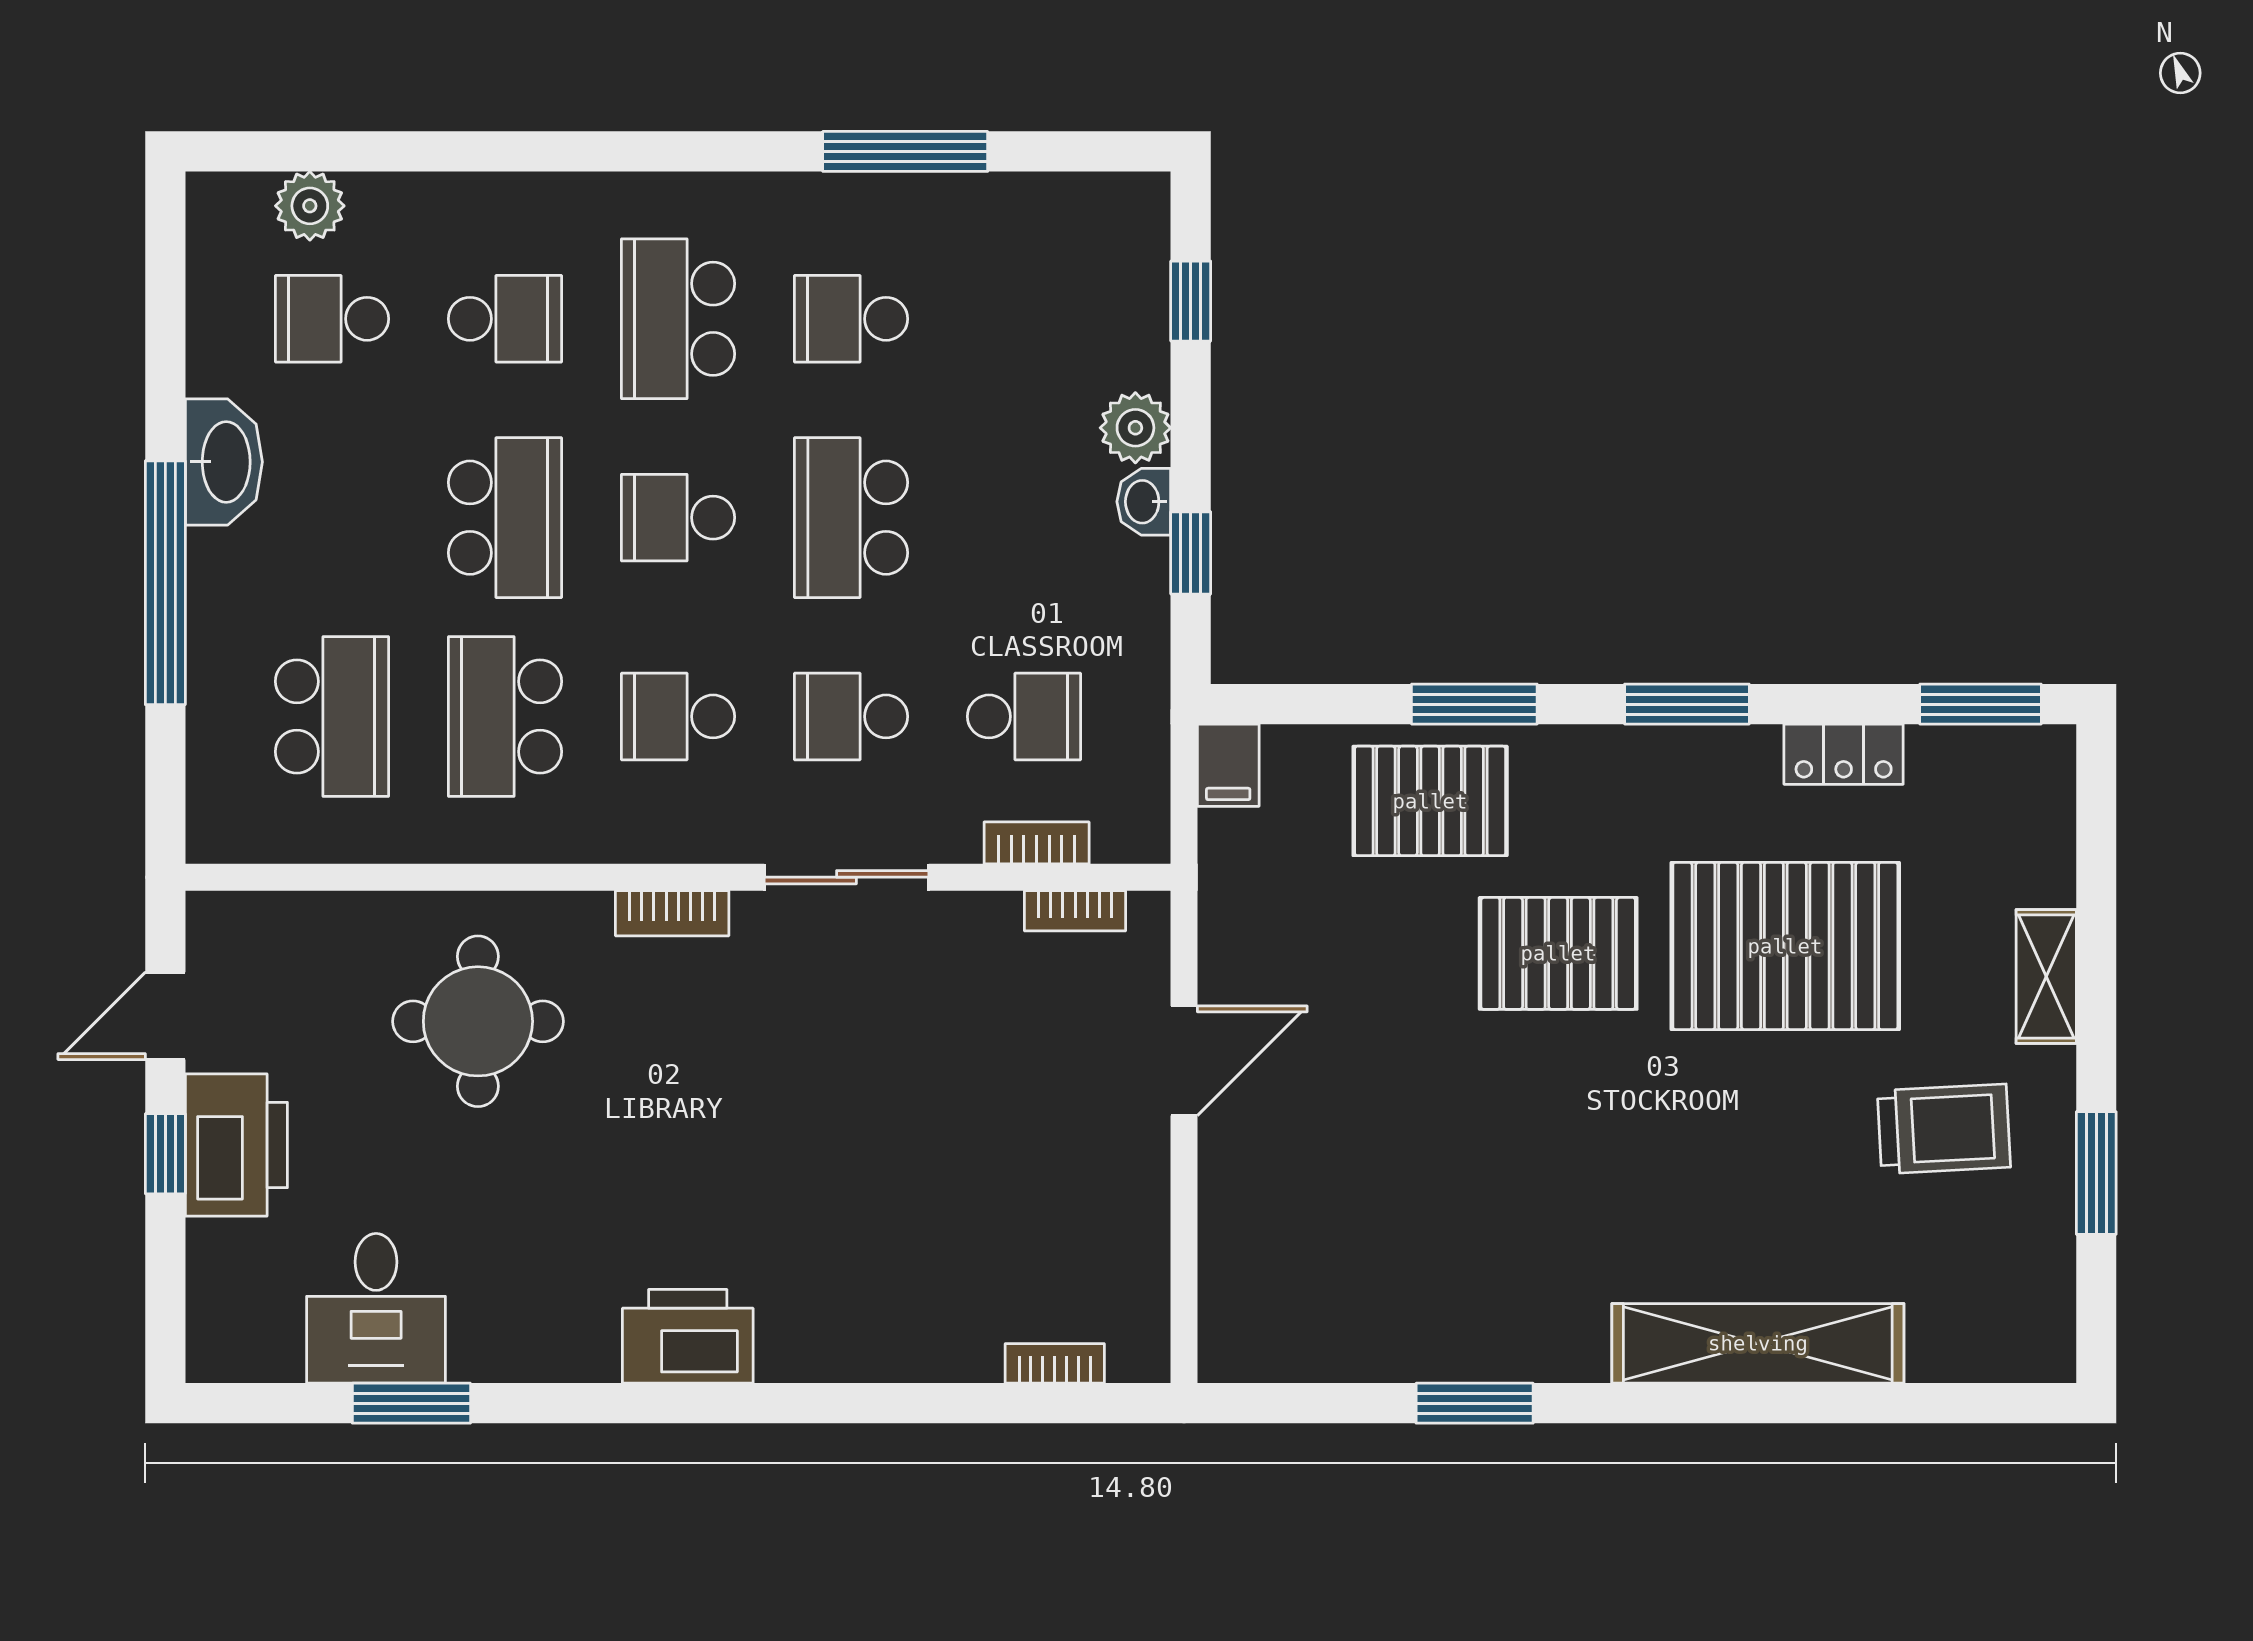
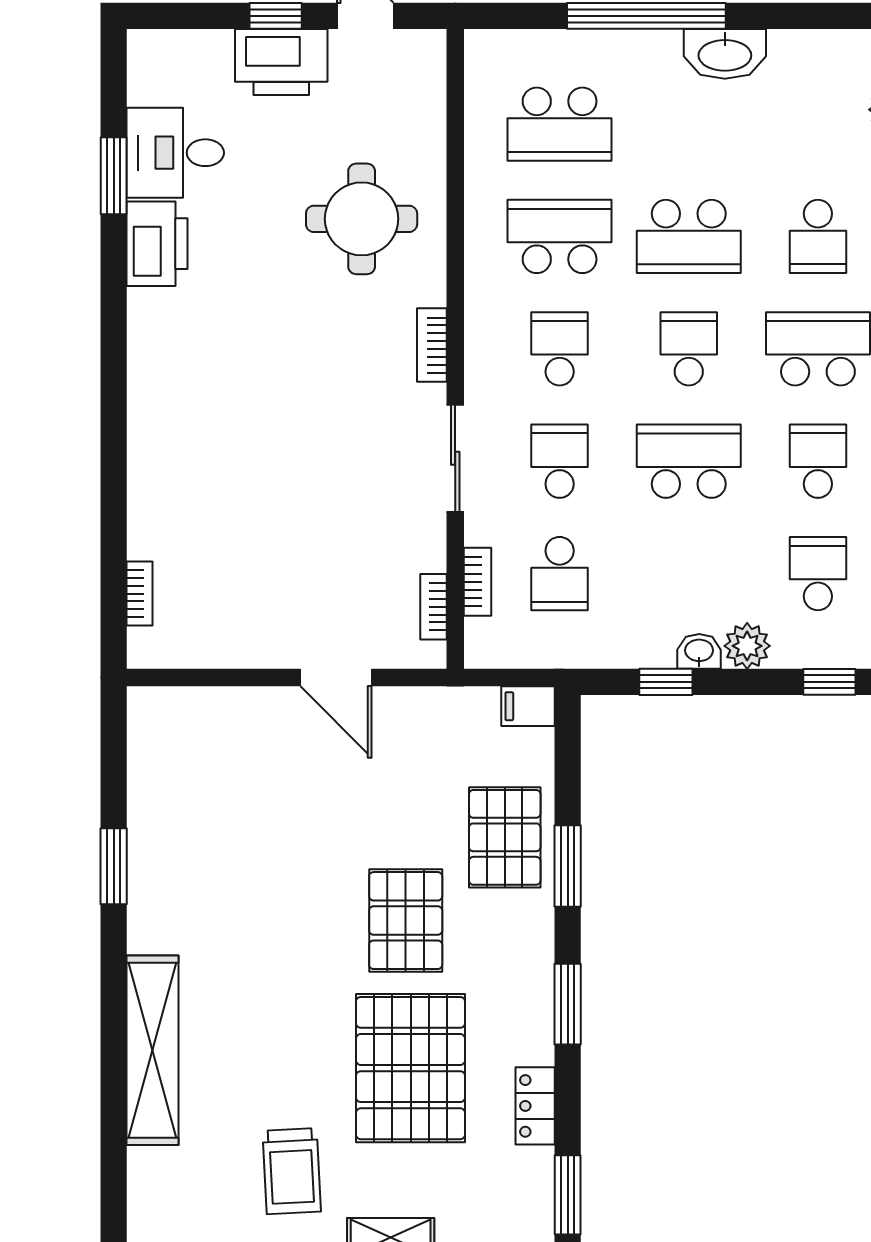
school desk: (332, 319) -> (818, 574), moved
printer: (688, 1336) -> (157, 244), moved

